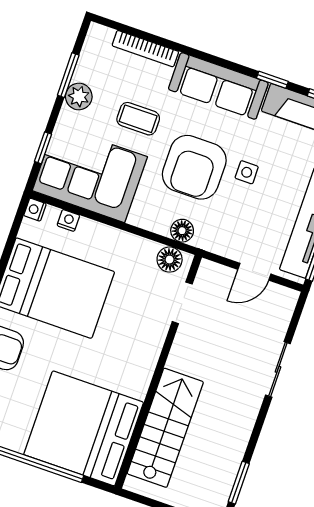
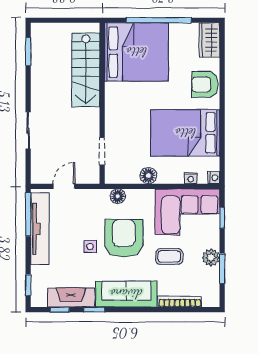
floor lamp: (170, 260) -> (148, 176), moved

